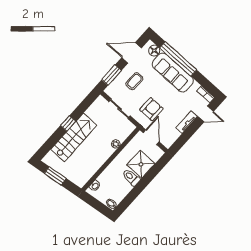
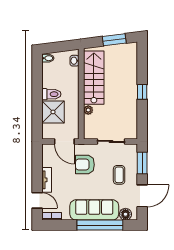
armchair: (151, 109) -> (85, 165), turned 90
door: (206, 114) -> (37, 200), swing flipped
stairs: (74, 137) -> (94, 78), moved, turned 180

